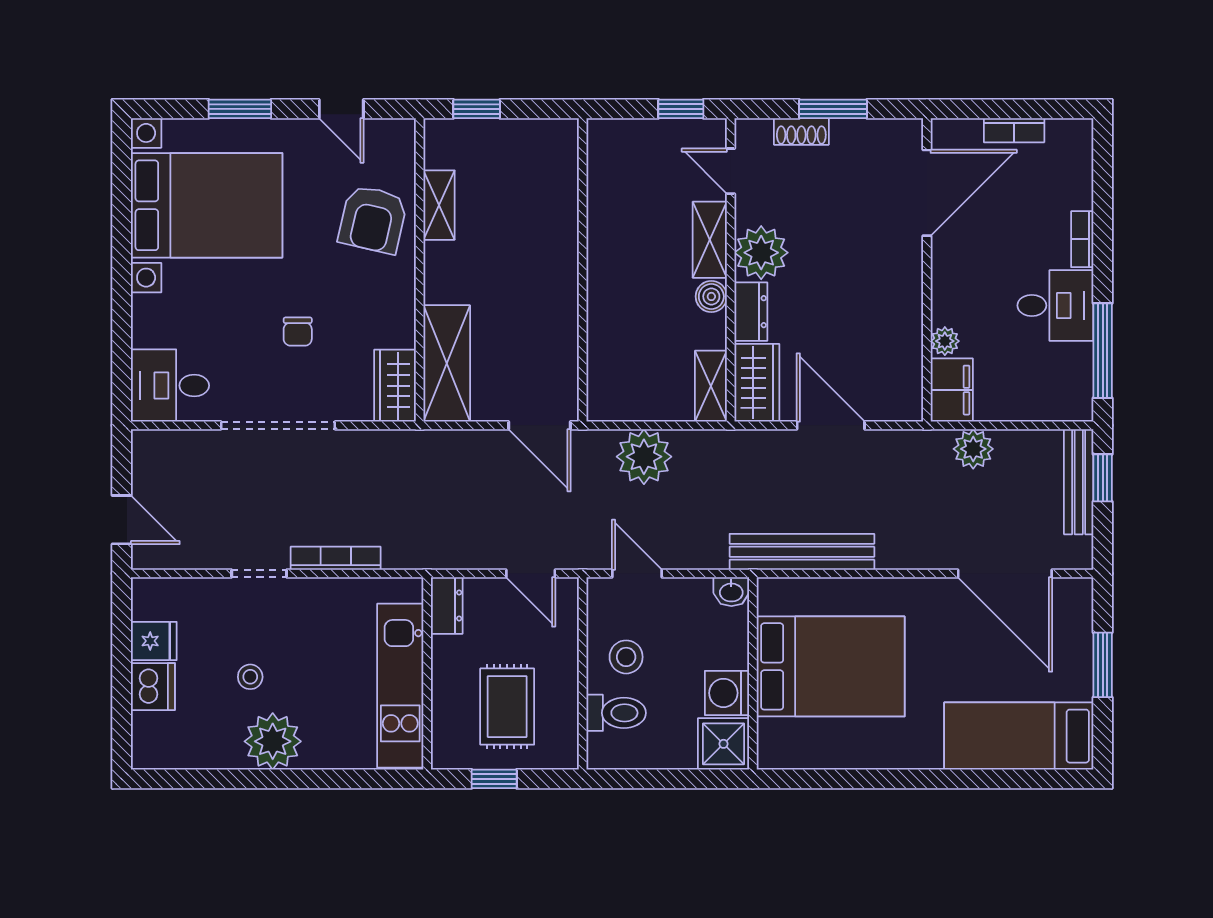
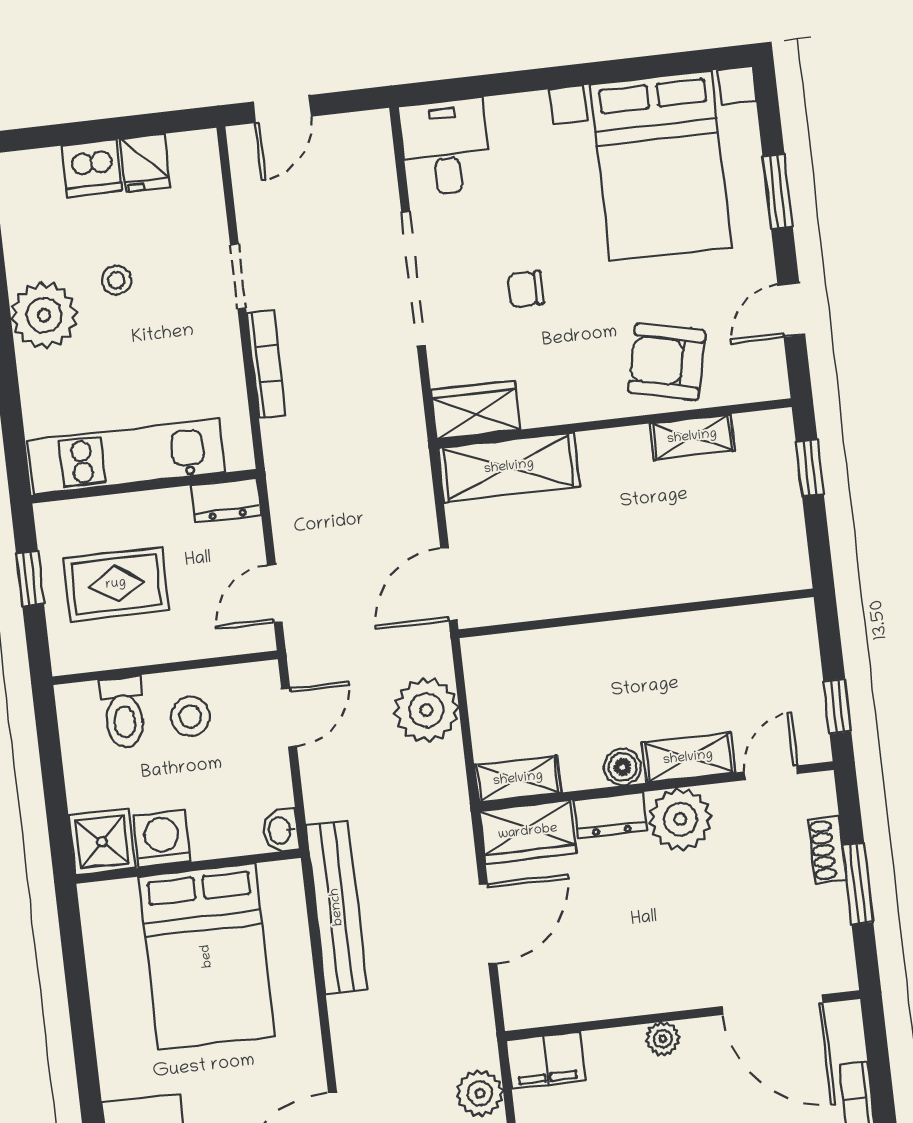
plant: (945, 341) -> (663, 1039), moved

